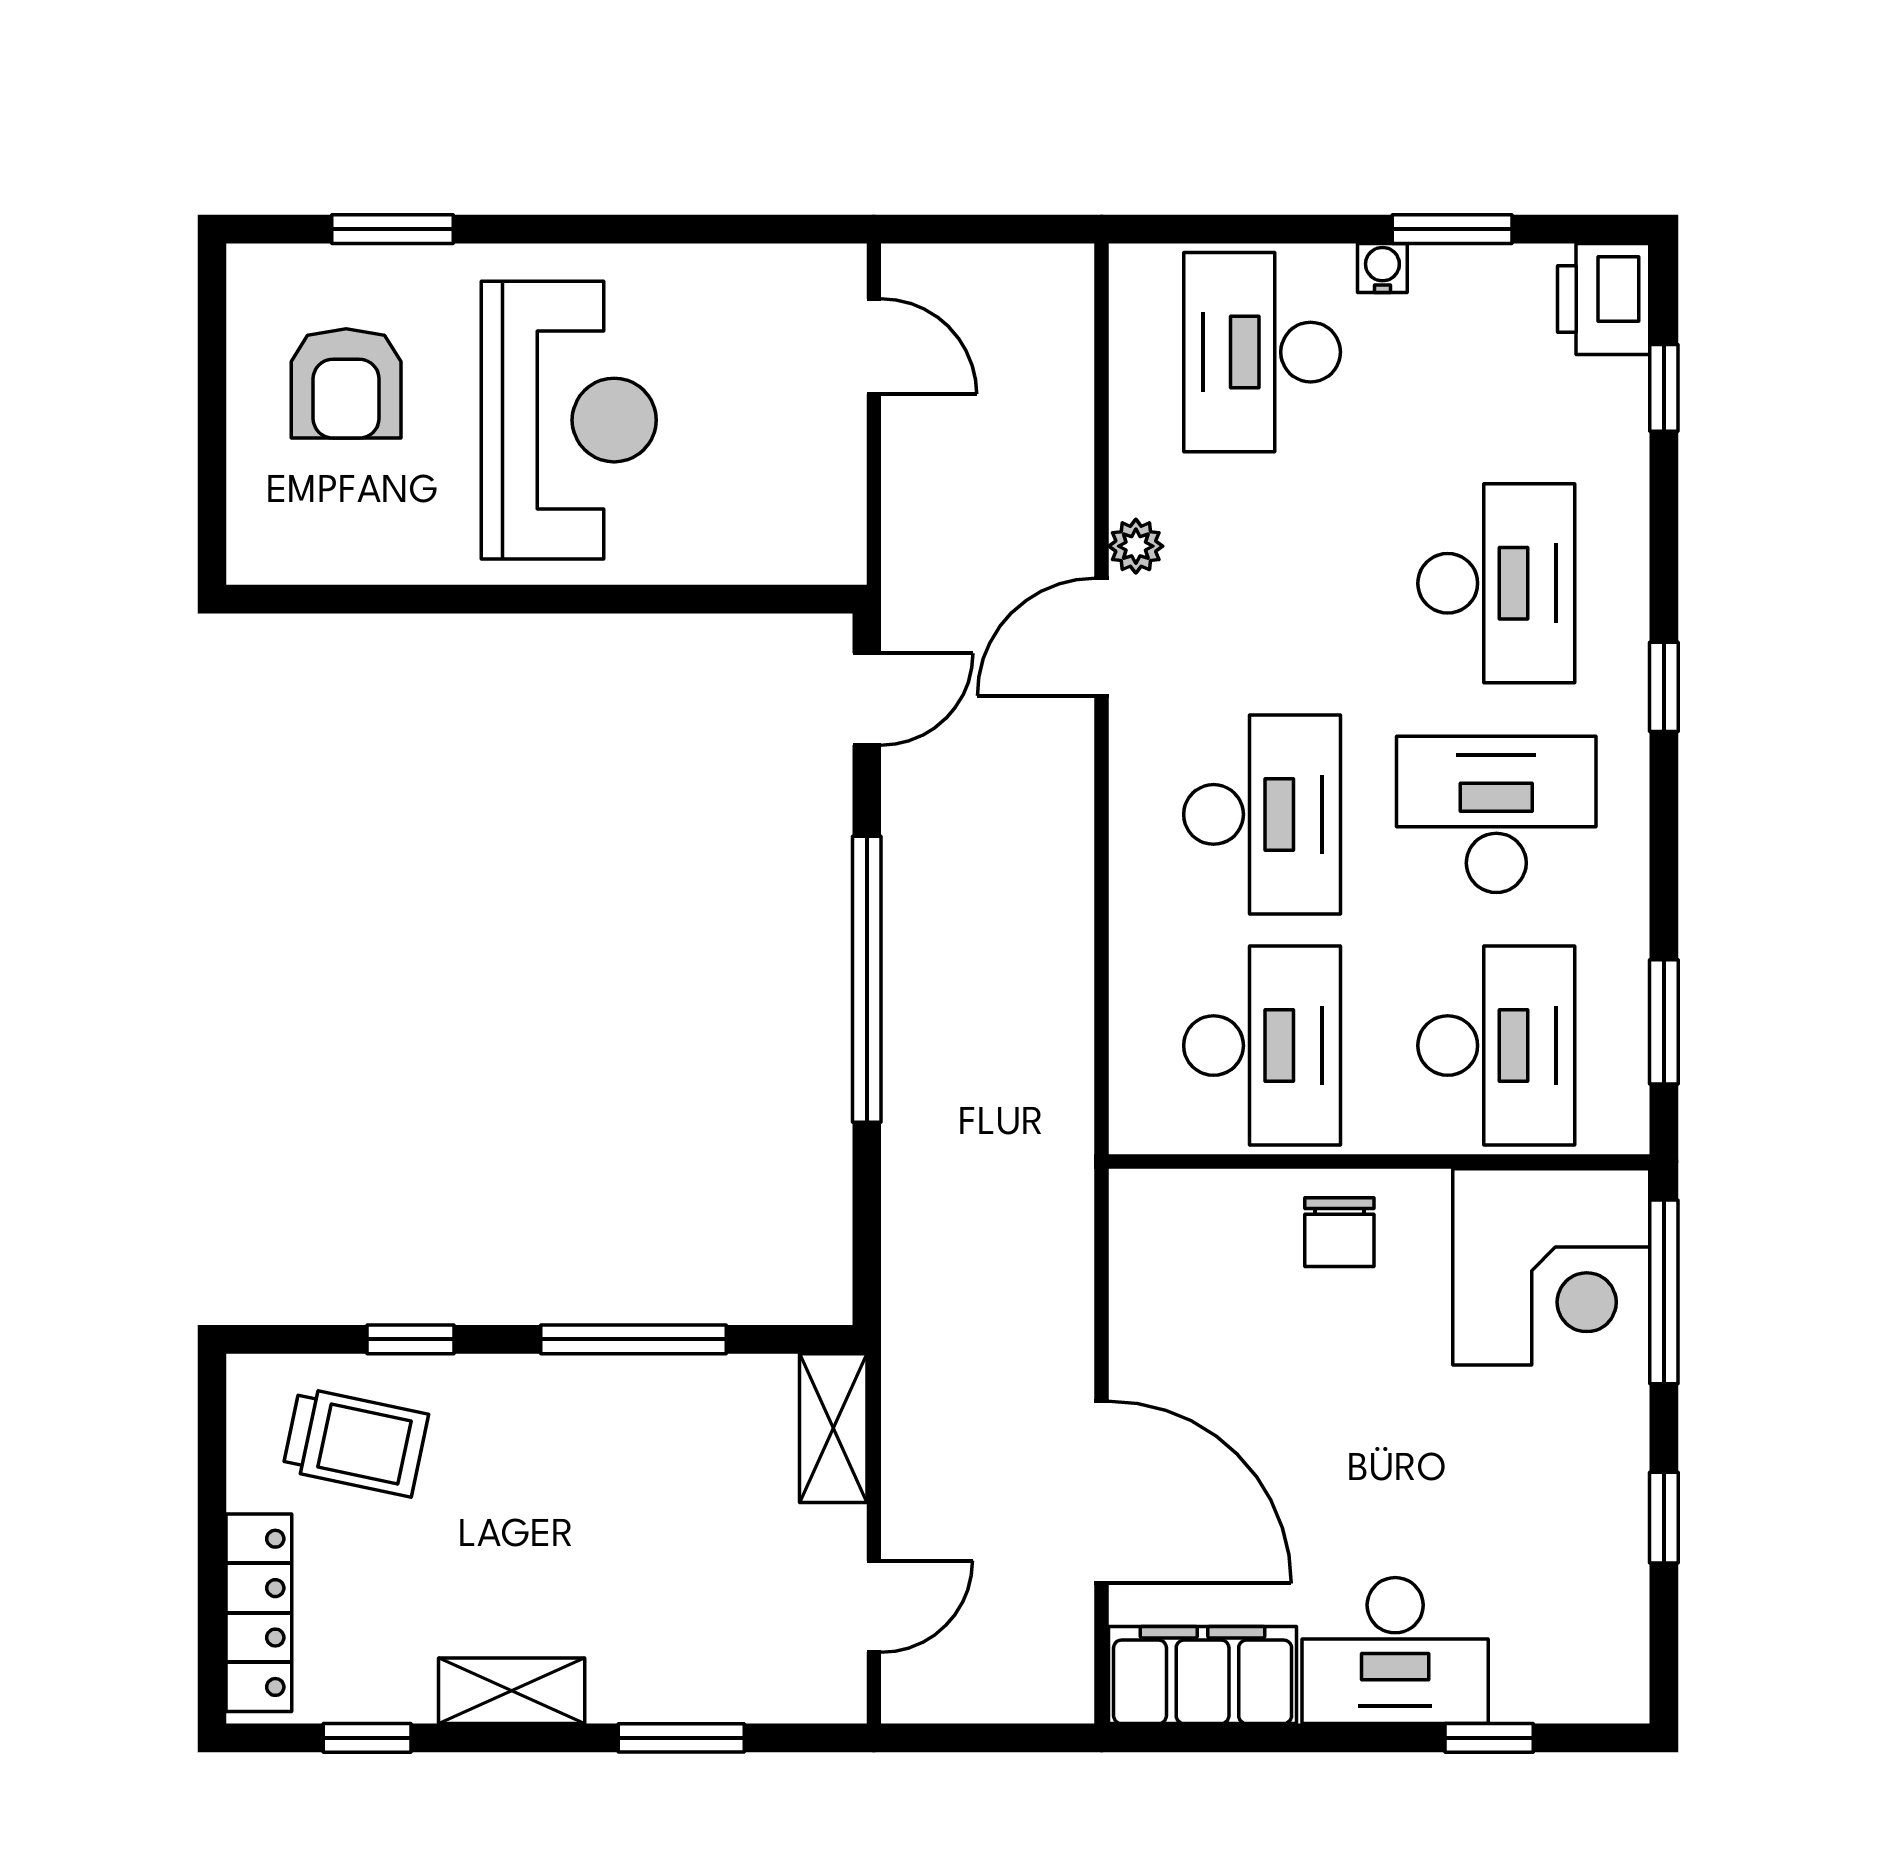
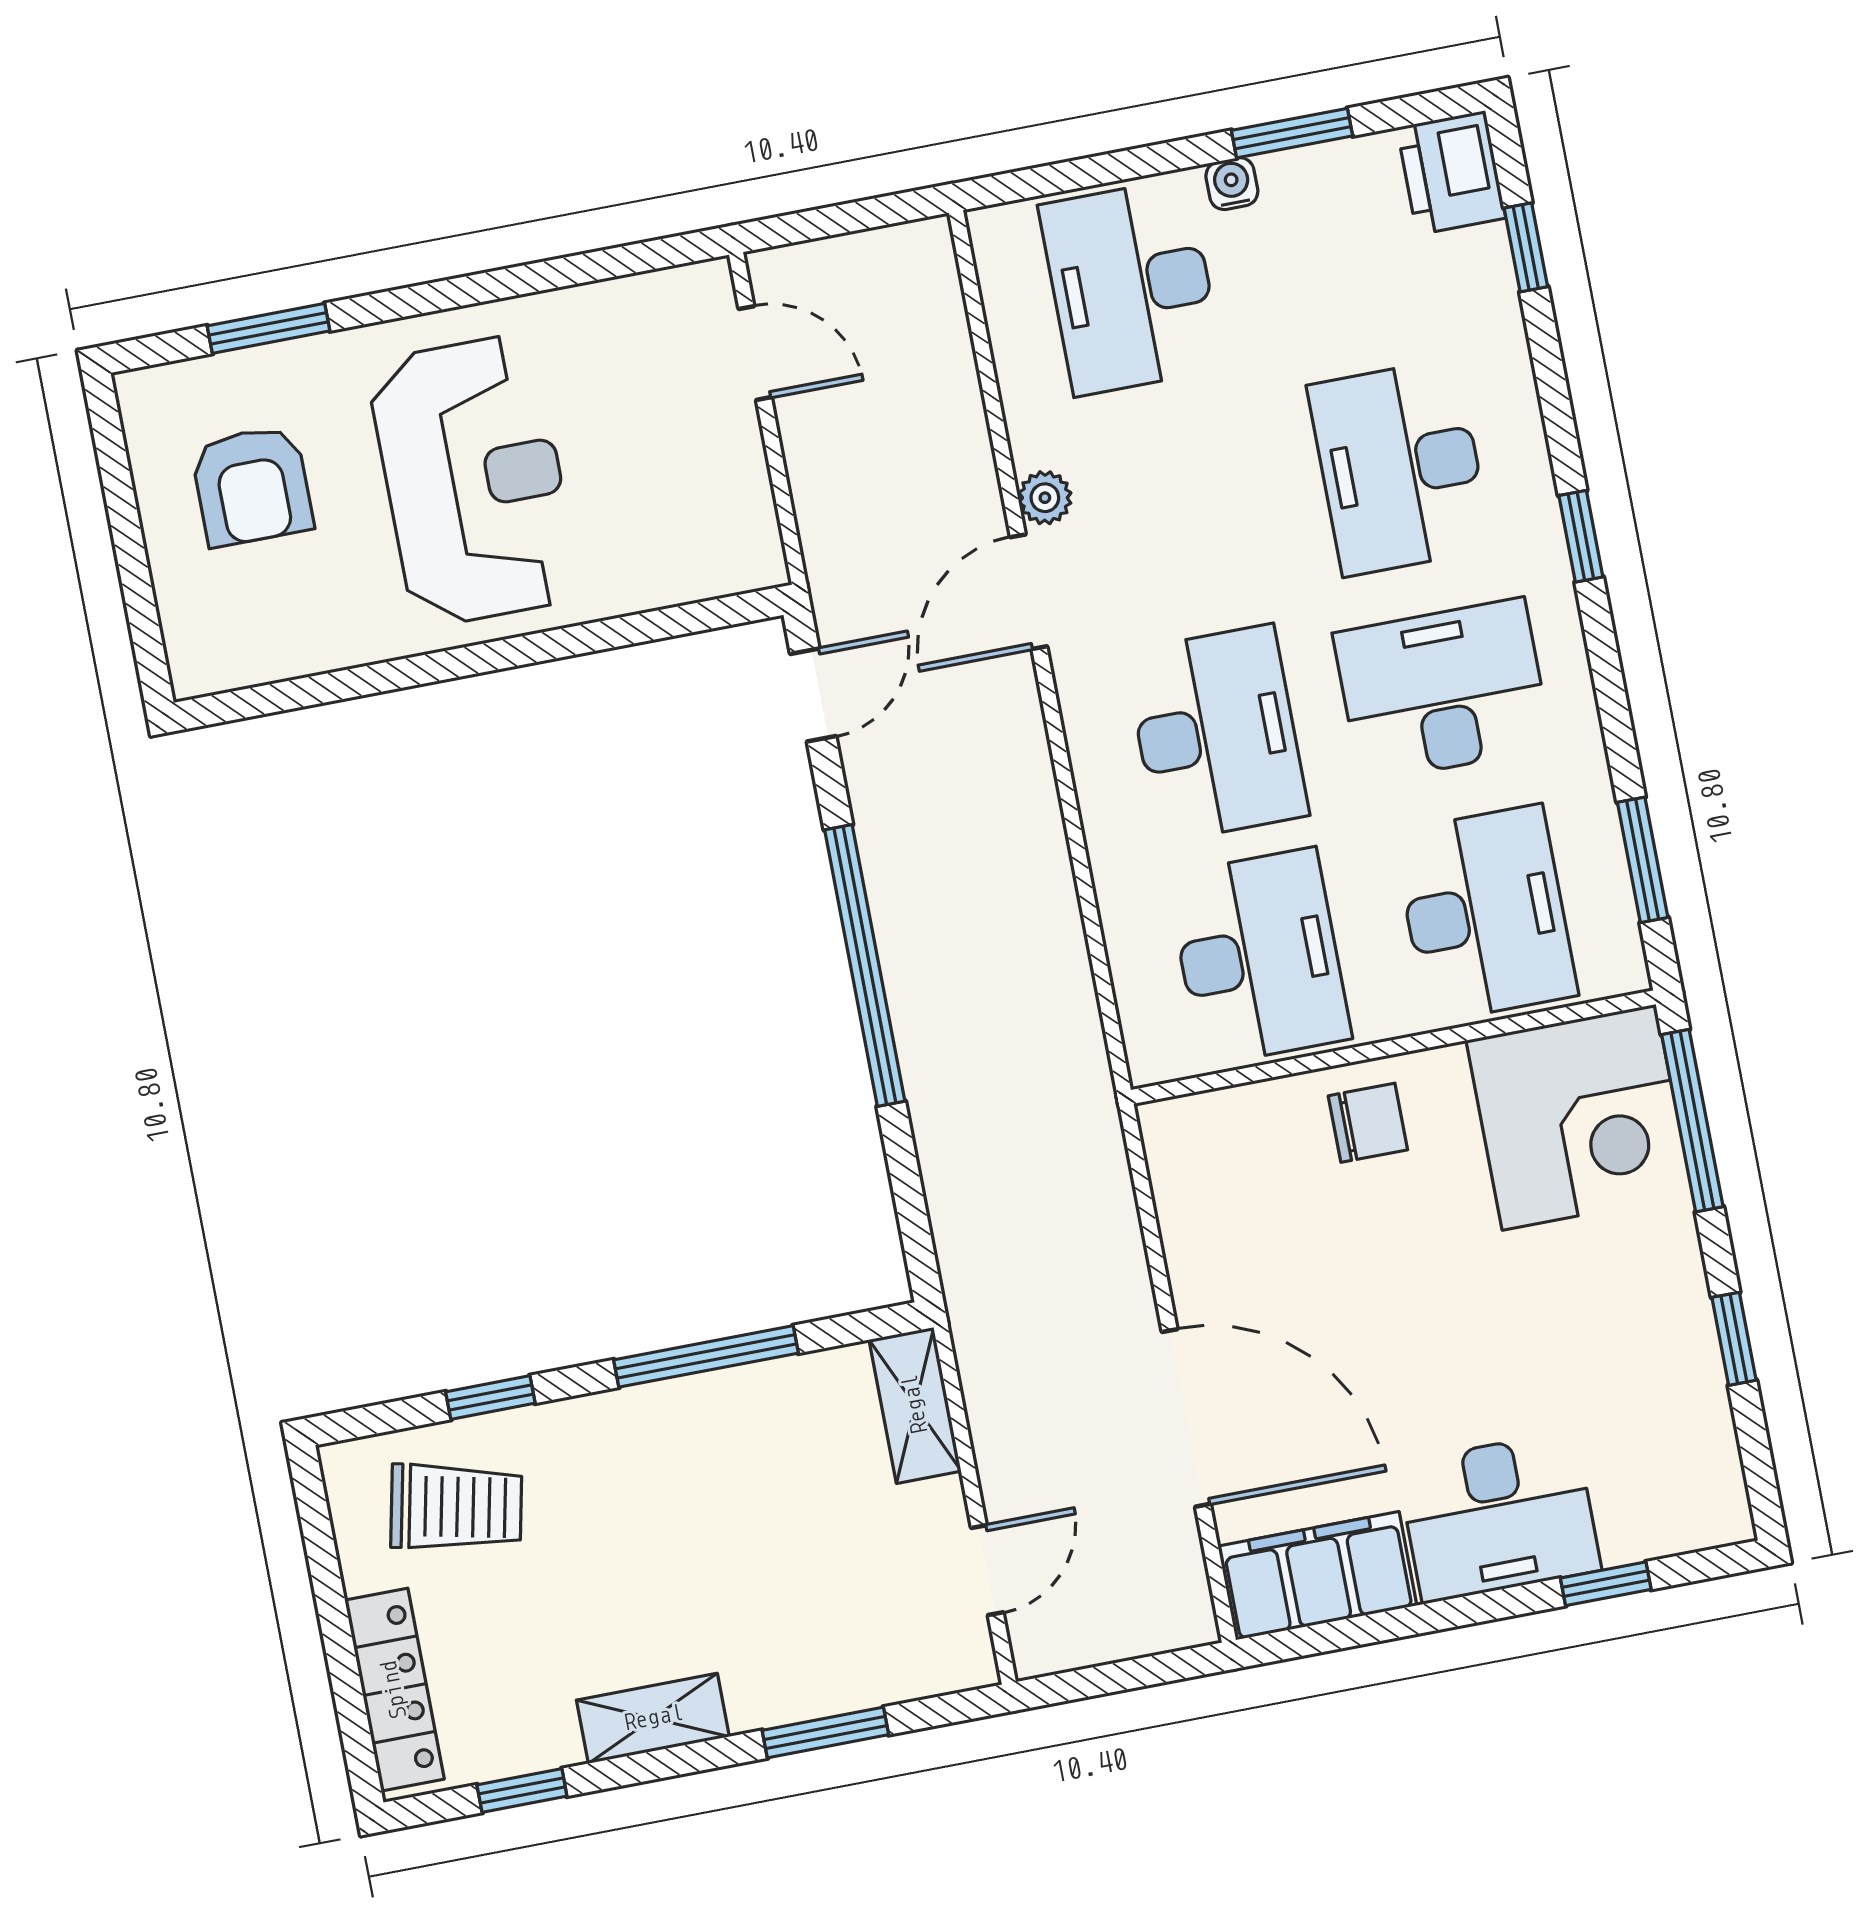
desk: (1496, 583) -> (1400, 467), turned 180
chair: (1339, 1232) -> (1368, 1123), turned -90

